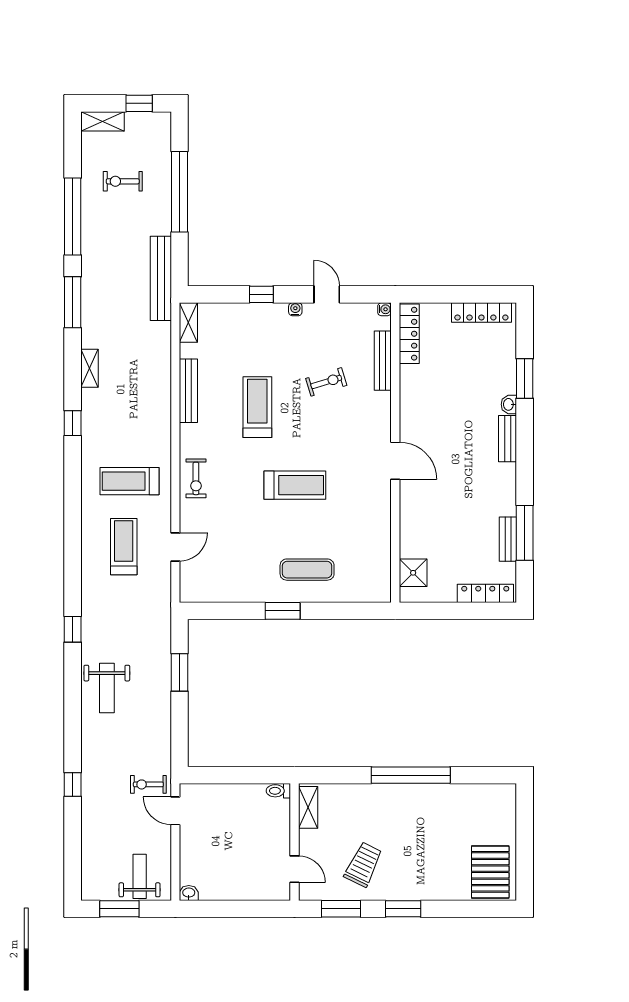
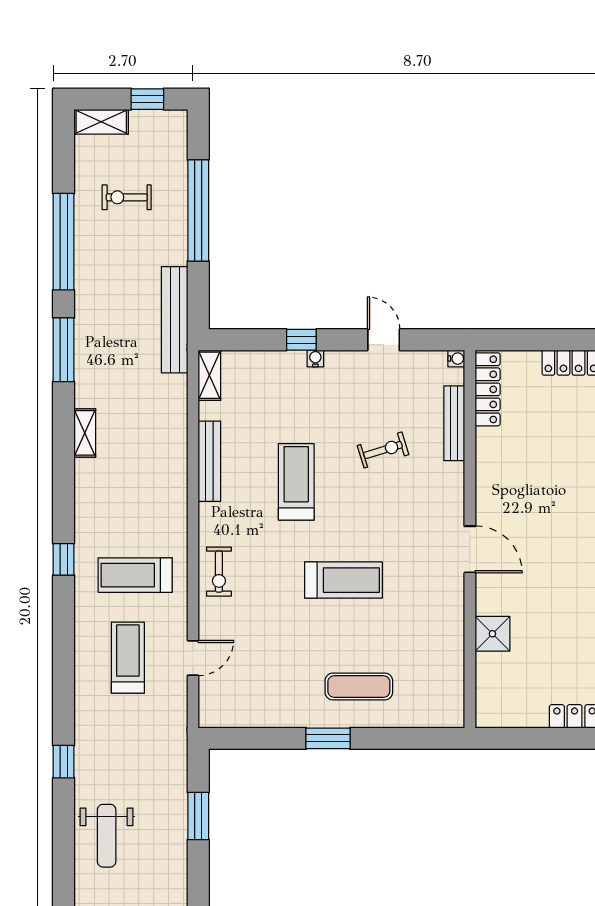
water cooler: (295, 309) -> (315, 359), moved
window: (73, 423) -> (64, 559), moved
shower: (413, 573) -> (492, 634), moved

